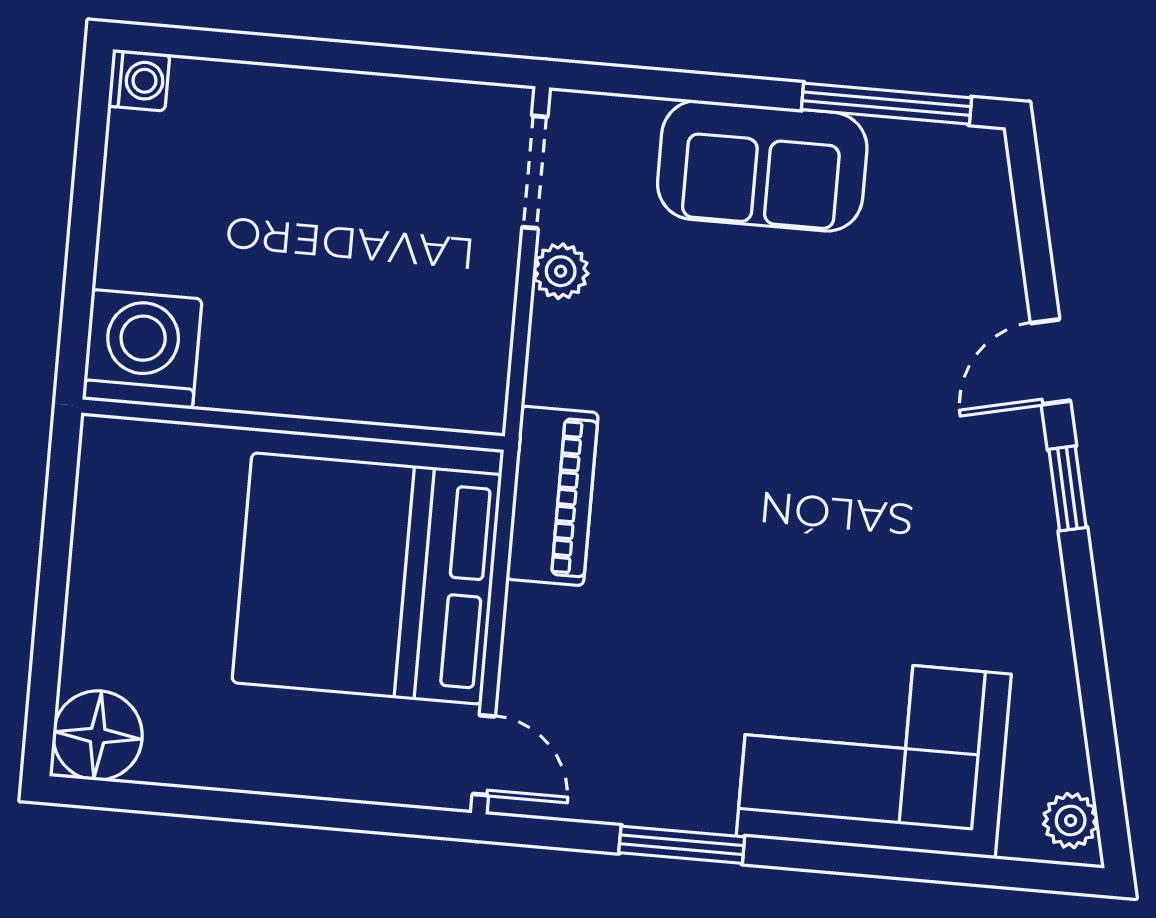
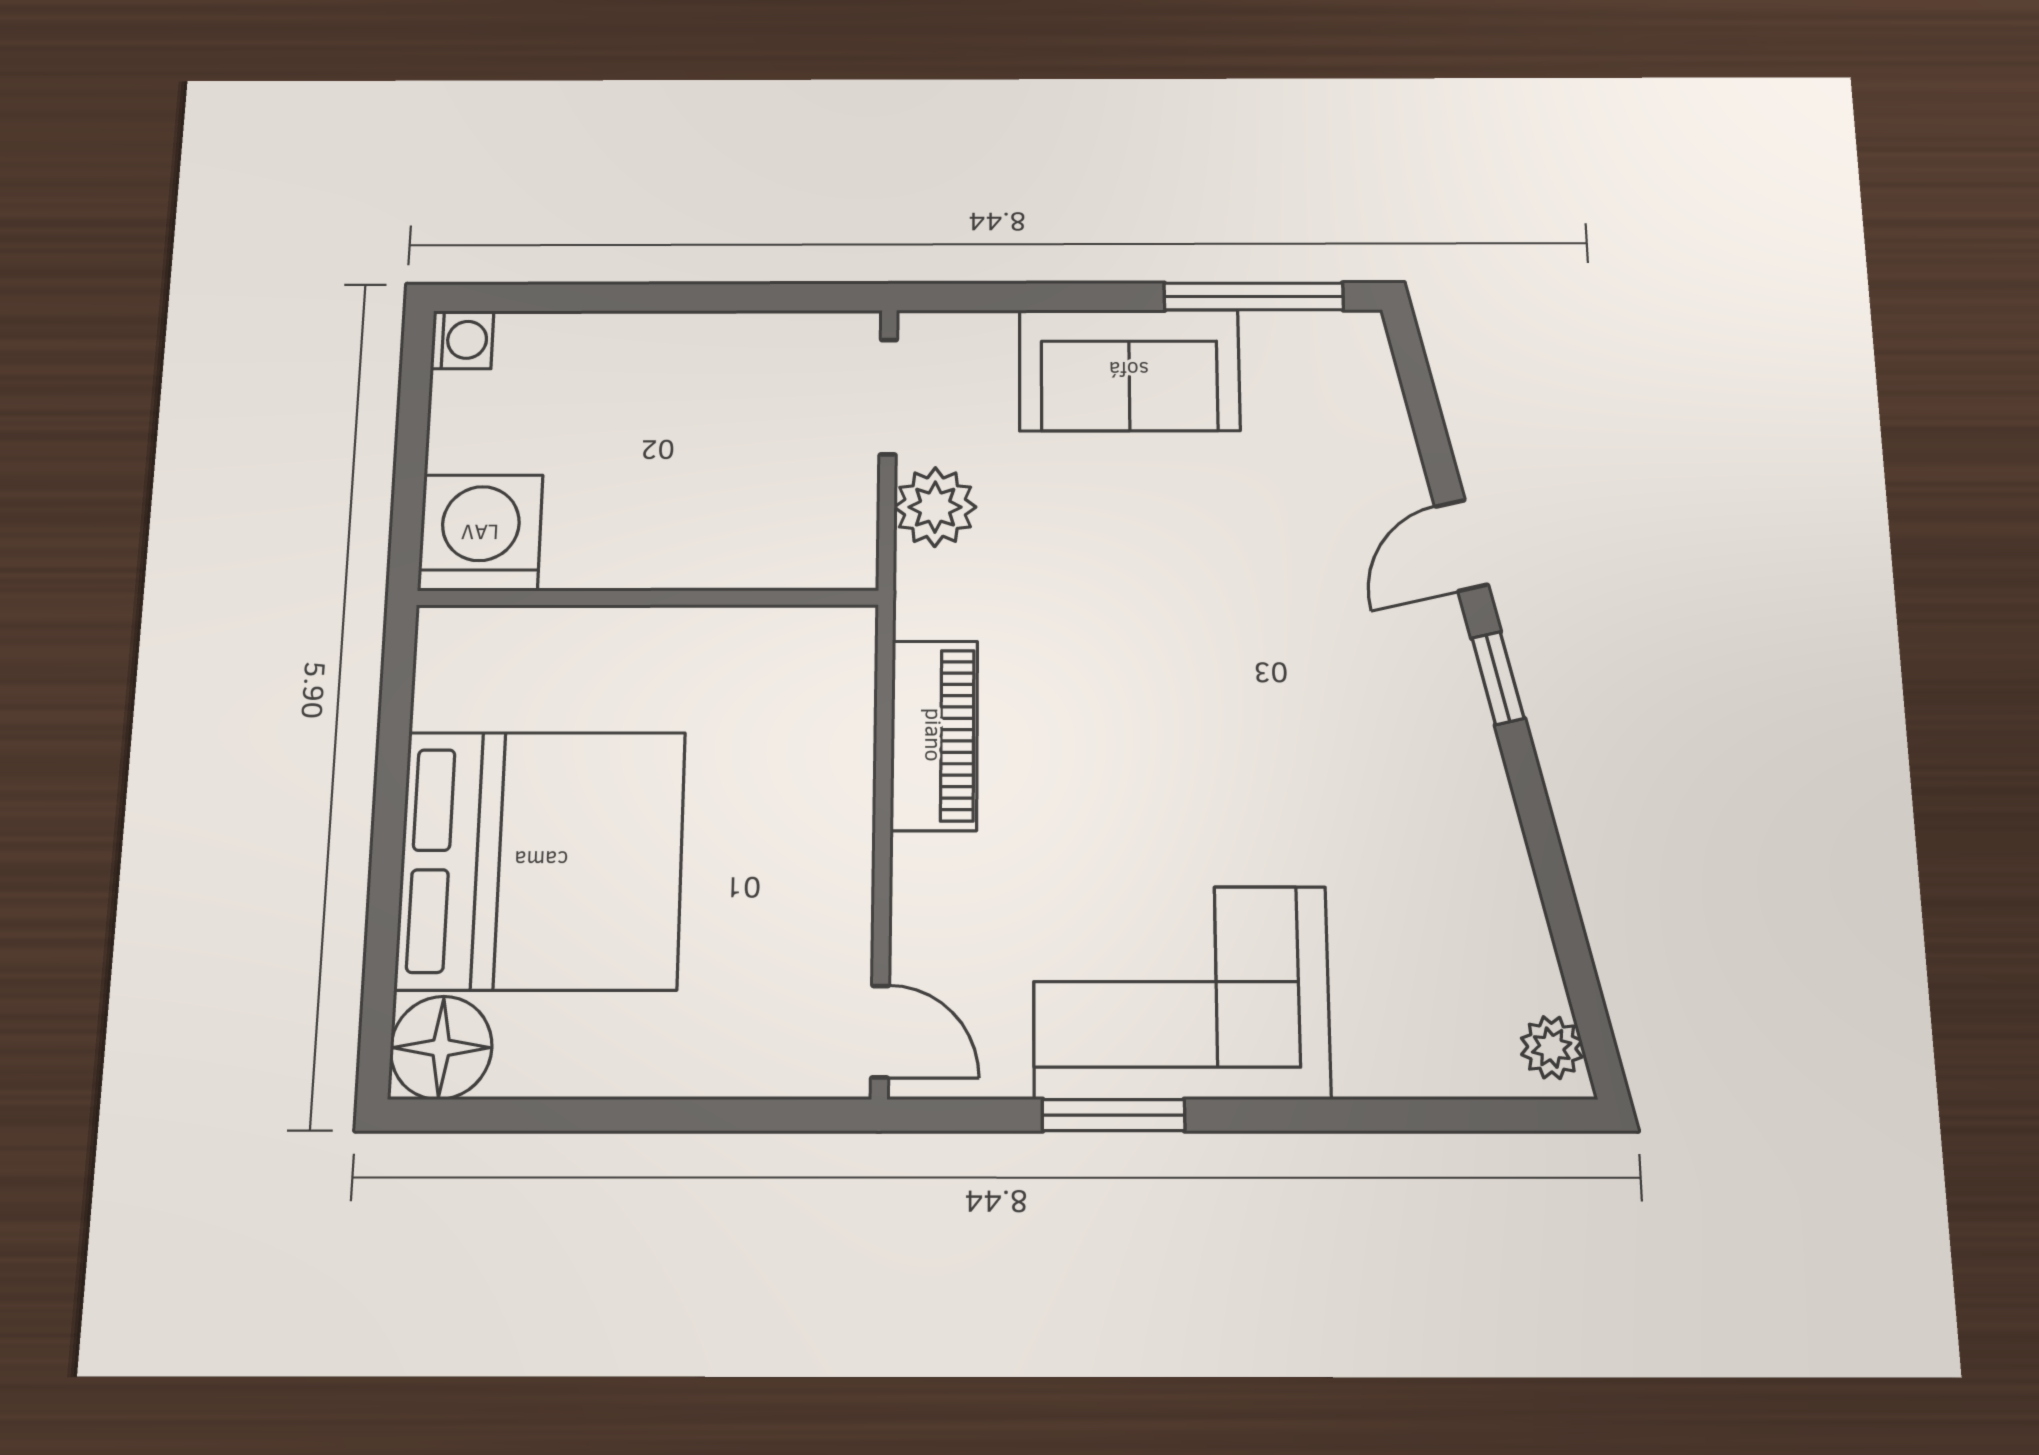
plant: (561, 271) -> (935, 507), width x1.38, depth x1.38
washing machine: (142, 349) -> (480, 533), moved
wall: (293, 425) -> (648, 598), moved
bed: (367, 579) -> (541, 860), moved, turned 180
corner sofa: (874, 755) -> (1181, 992), moved

